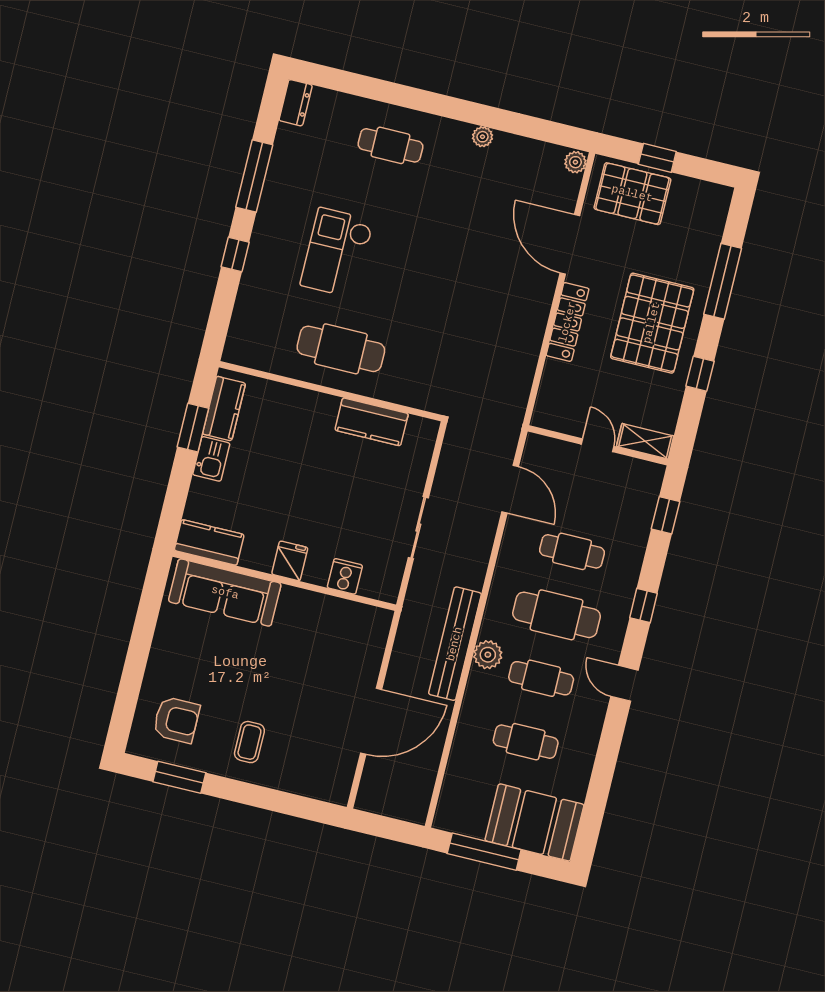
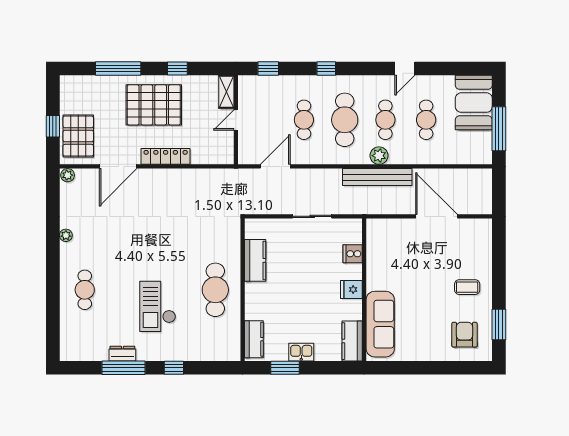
dresser: (296, 103) -> (122, 354), moved
checkout: (337, 253) -> (158, 306), turned 90
kitchen counter: (224, 409) -> (254, 339), moved, turned 90
door: (625, 683) -> (405, 68), moved

